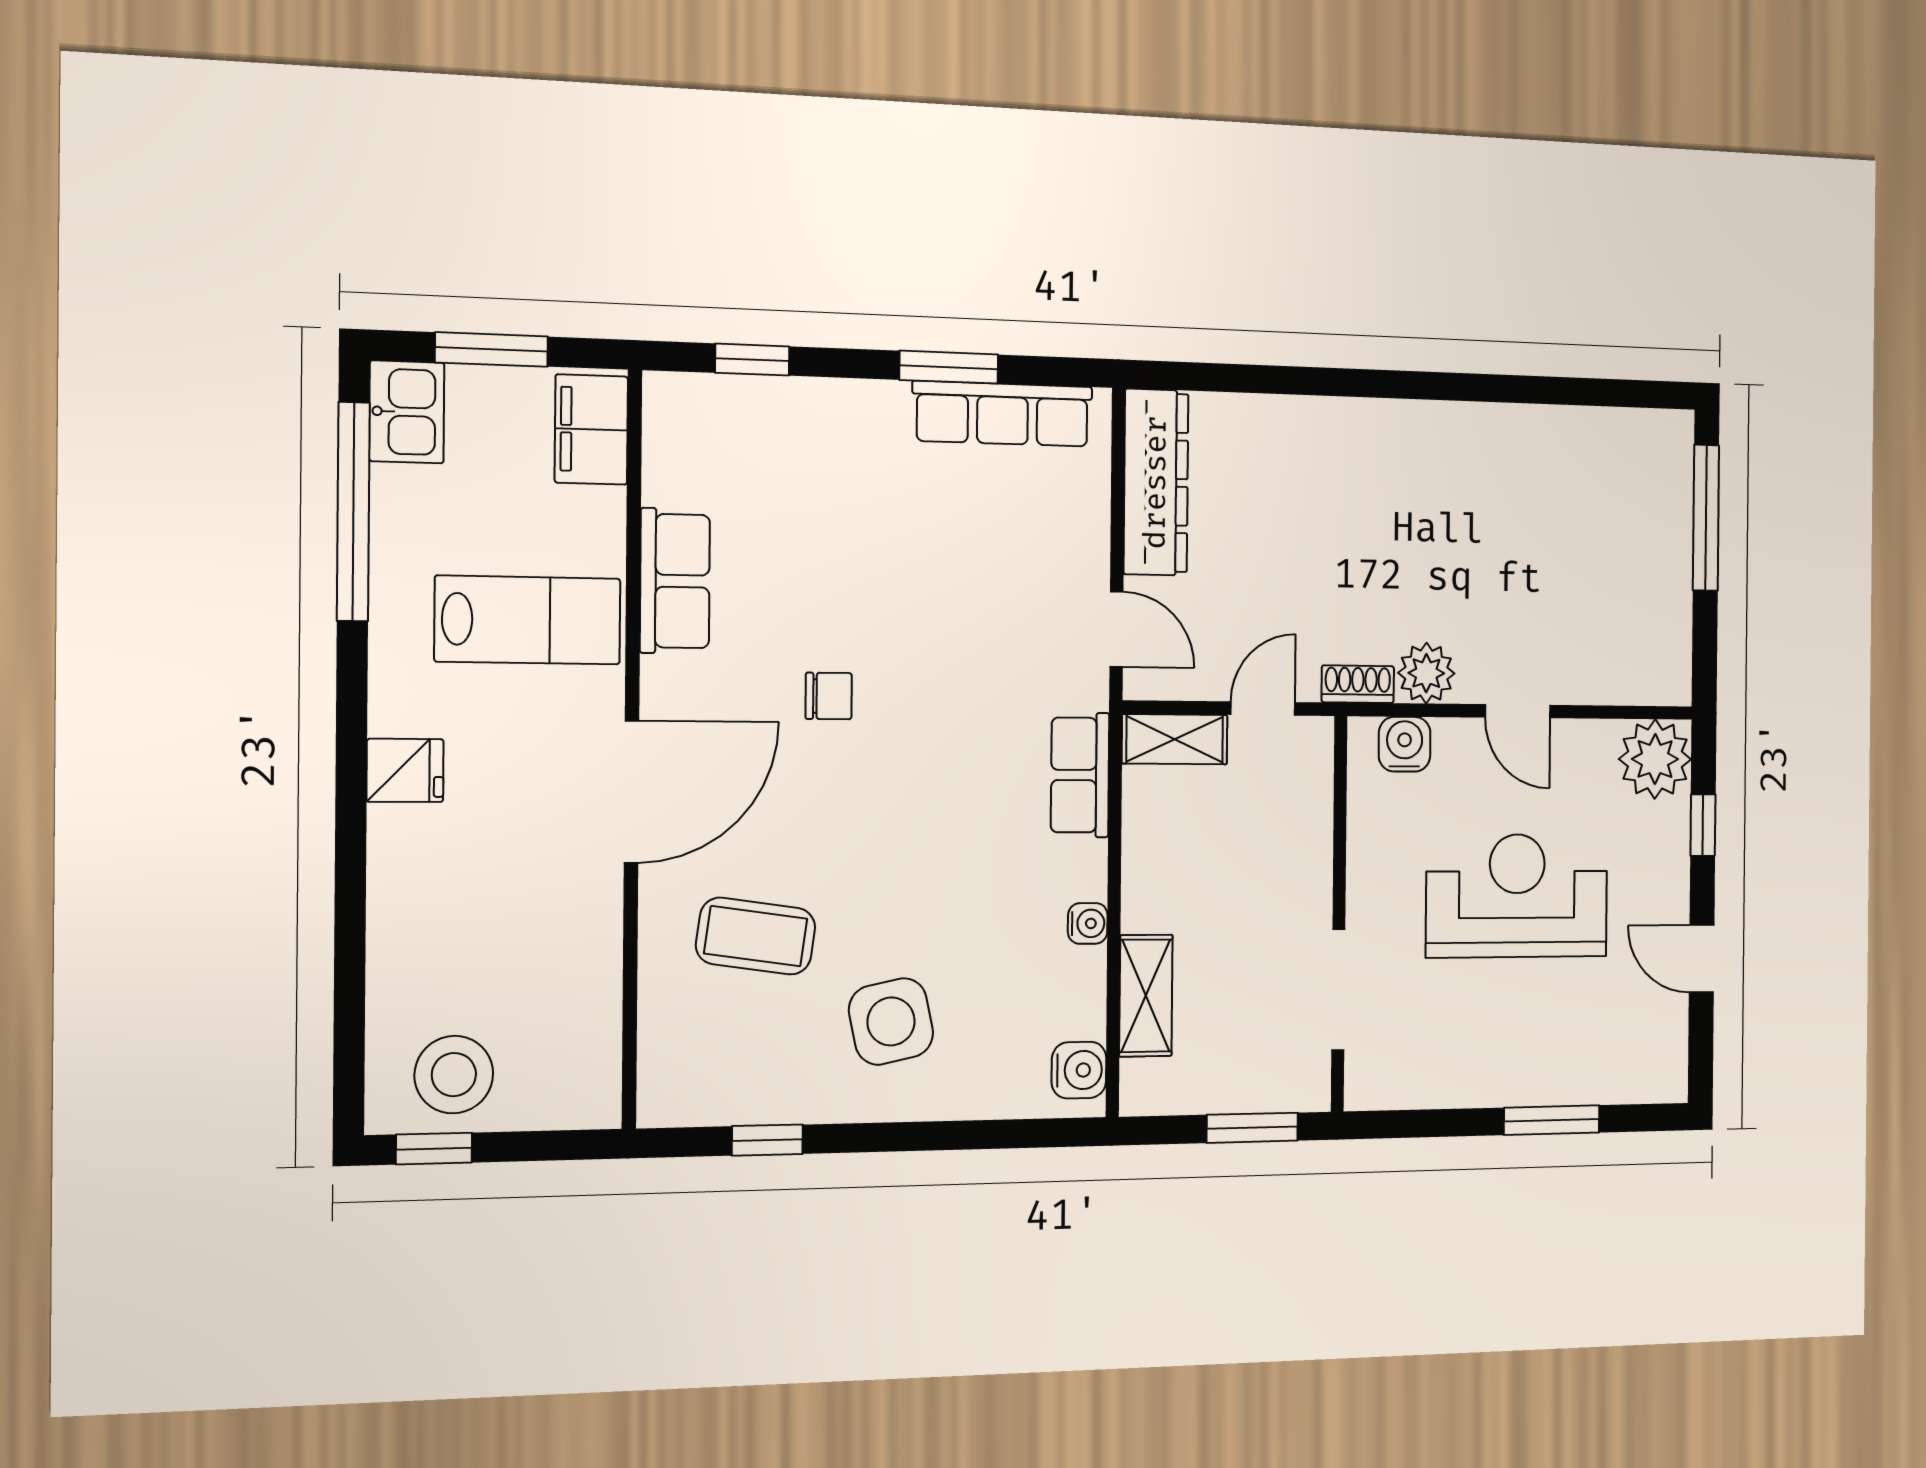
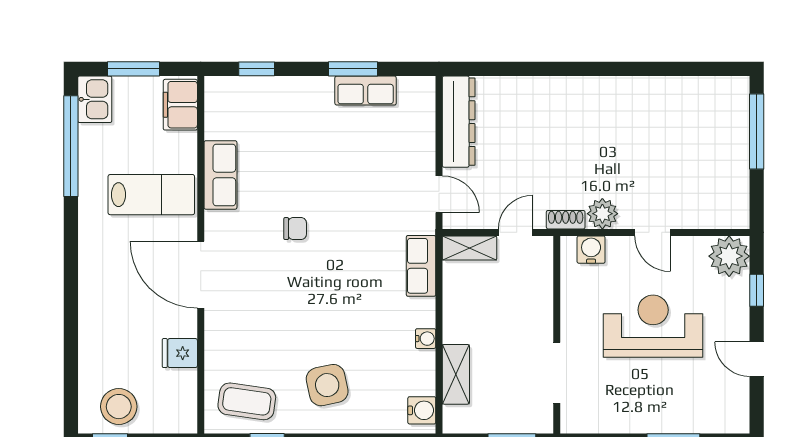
row of seats: (1003, 414) -> (366, 91), width x0.68
fridge: (405, 770) -> (180, 353), moved, turned 180
door: (632, 792) -> (201, 275), swing flipped
coffee table: (756, 936) -> (247, 401), moved

